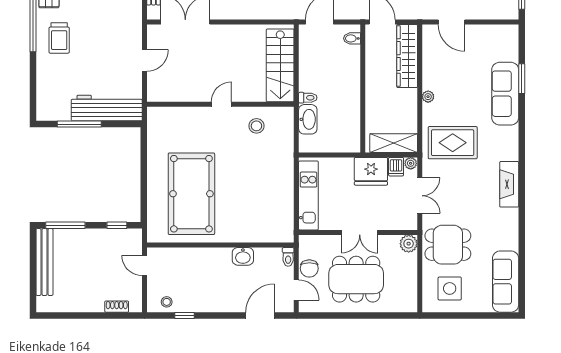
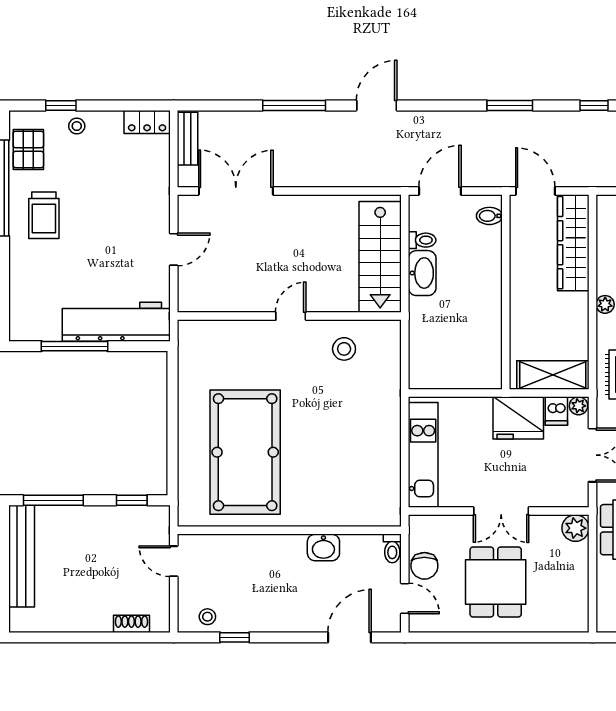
toilet: (308, 98) -> (422, 240), moved
washbasin: (308, 119) -> (422, 273), moved
dining table: (356, 279) -> (496, 582), width x0.73

